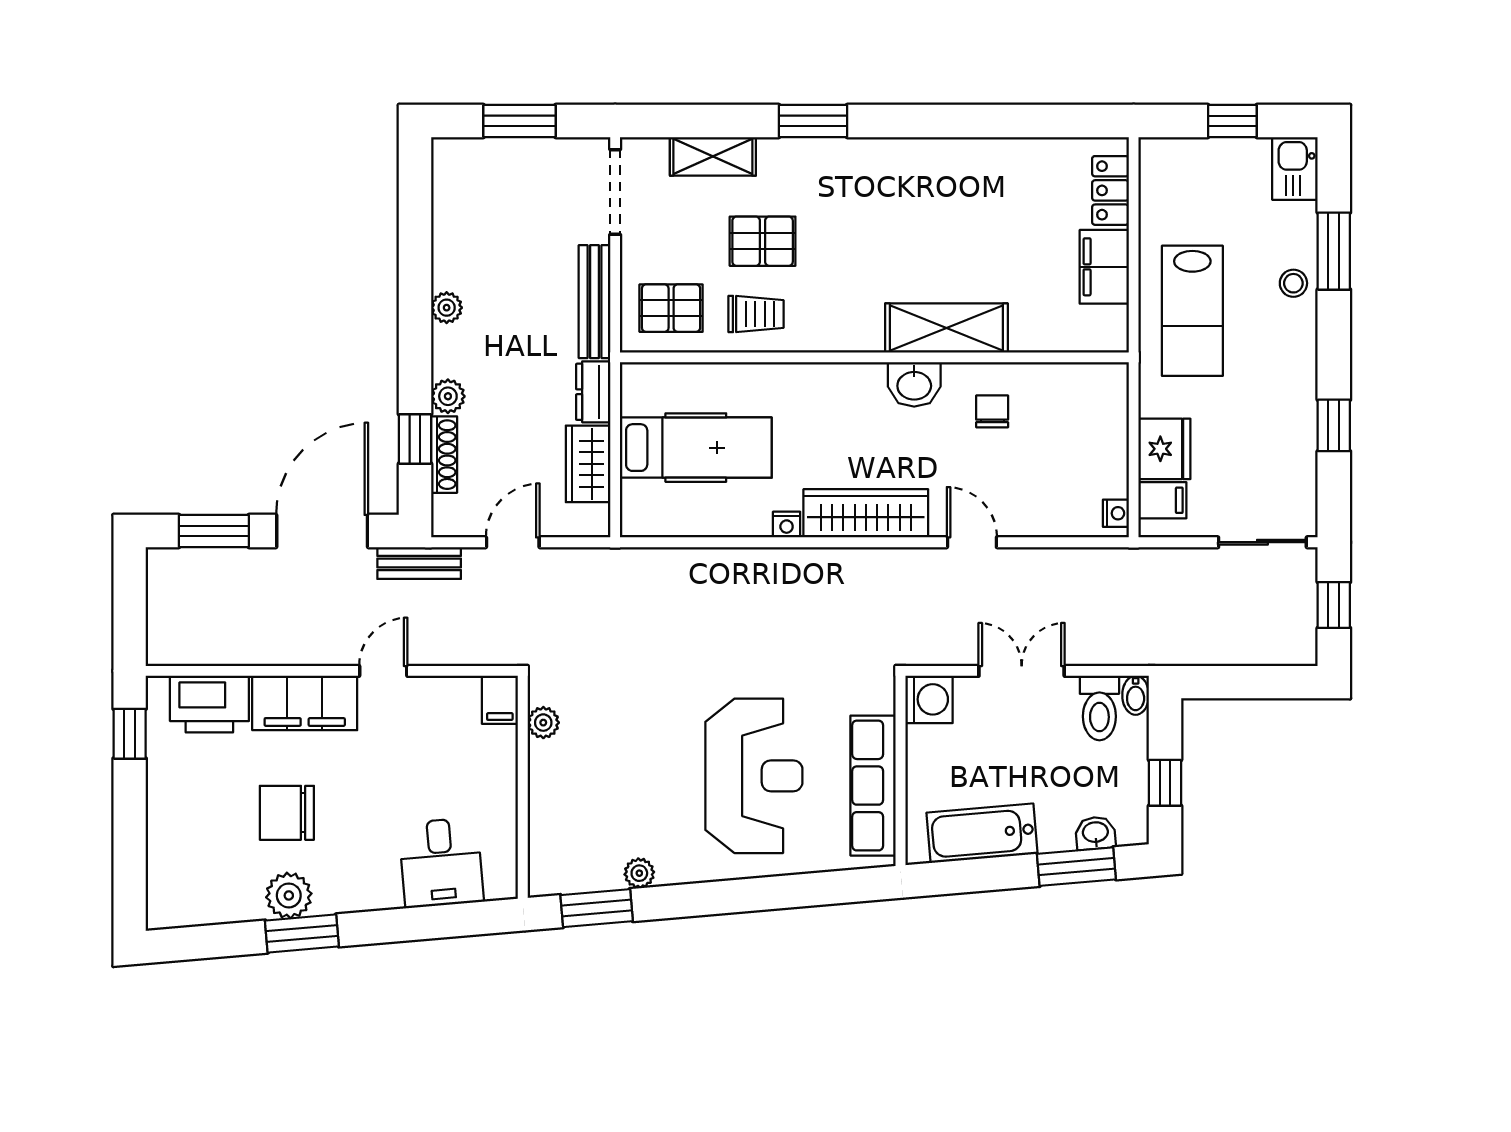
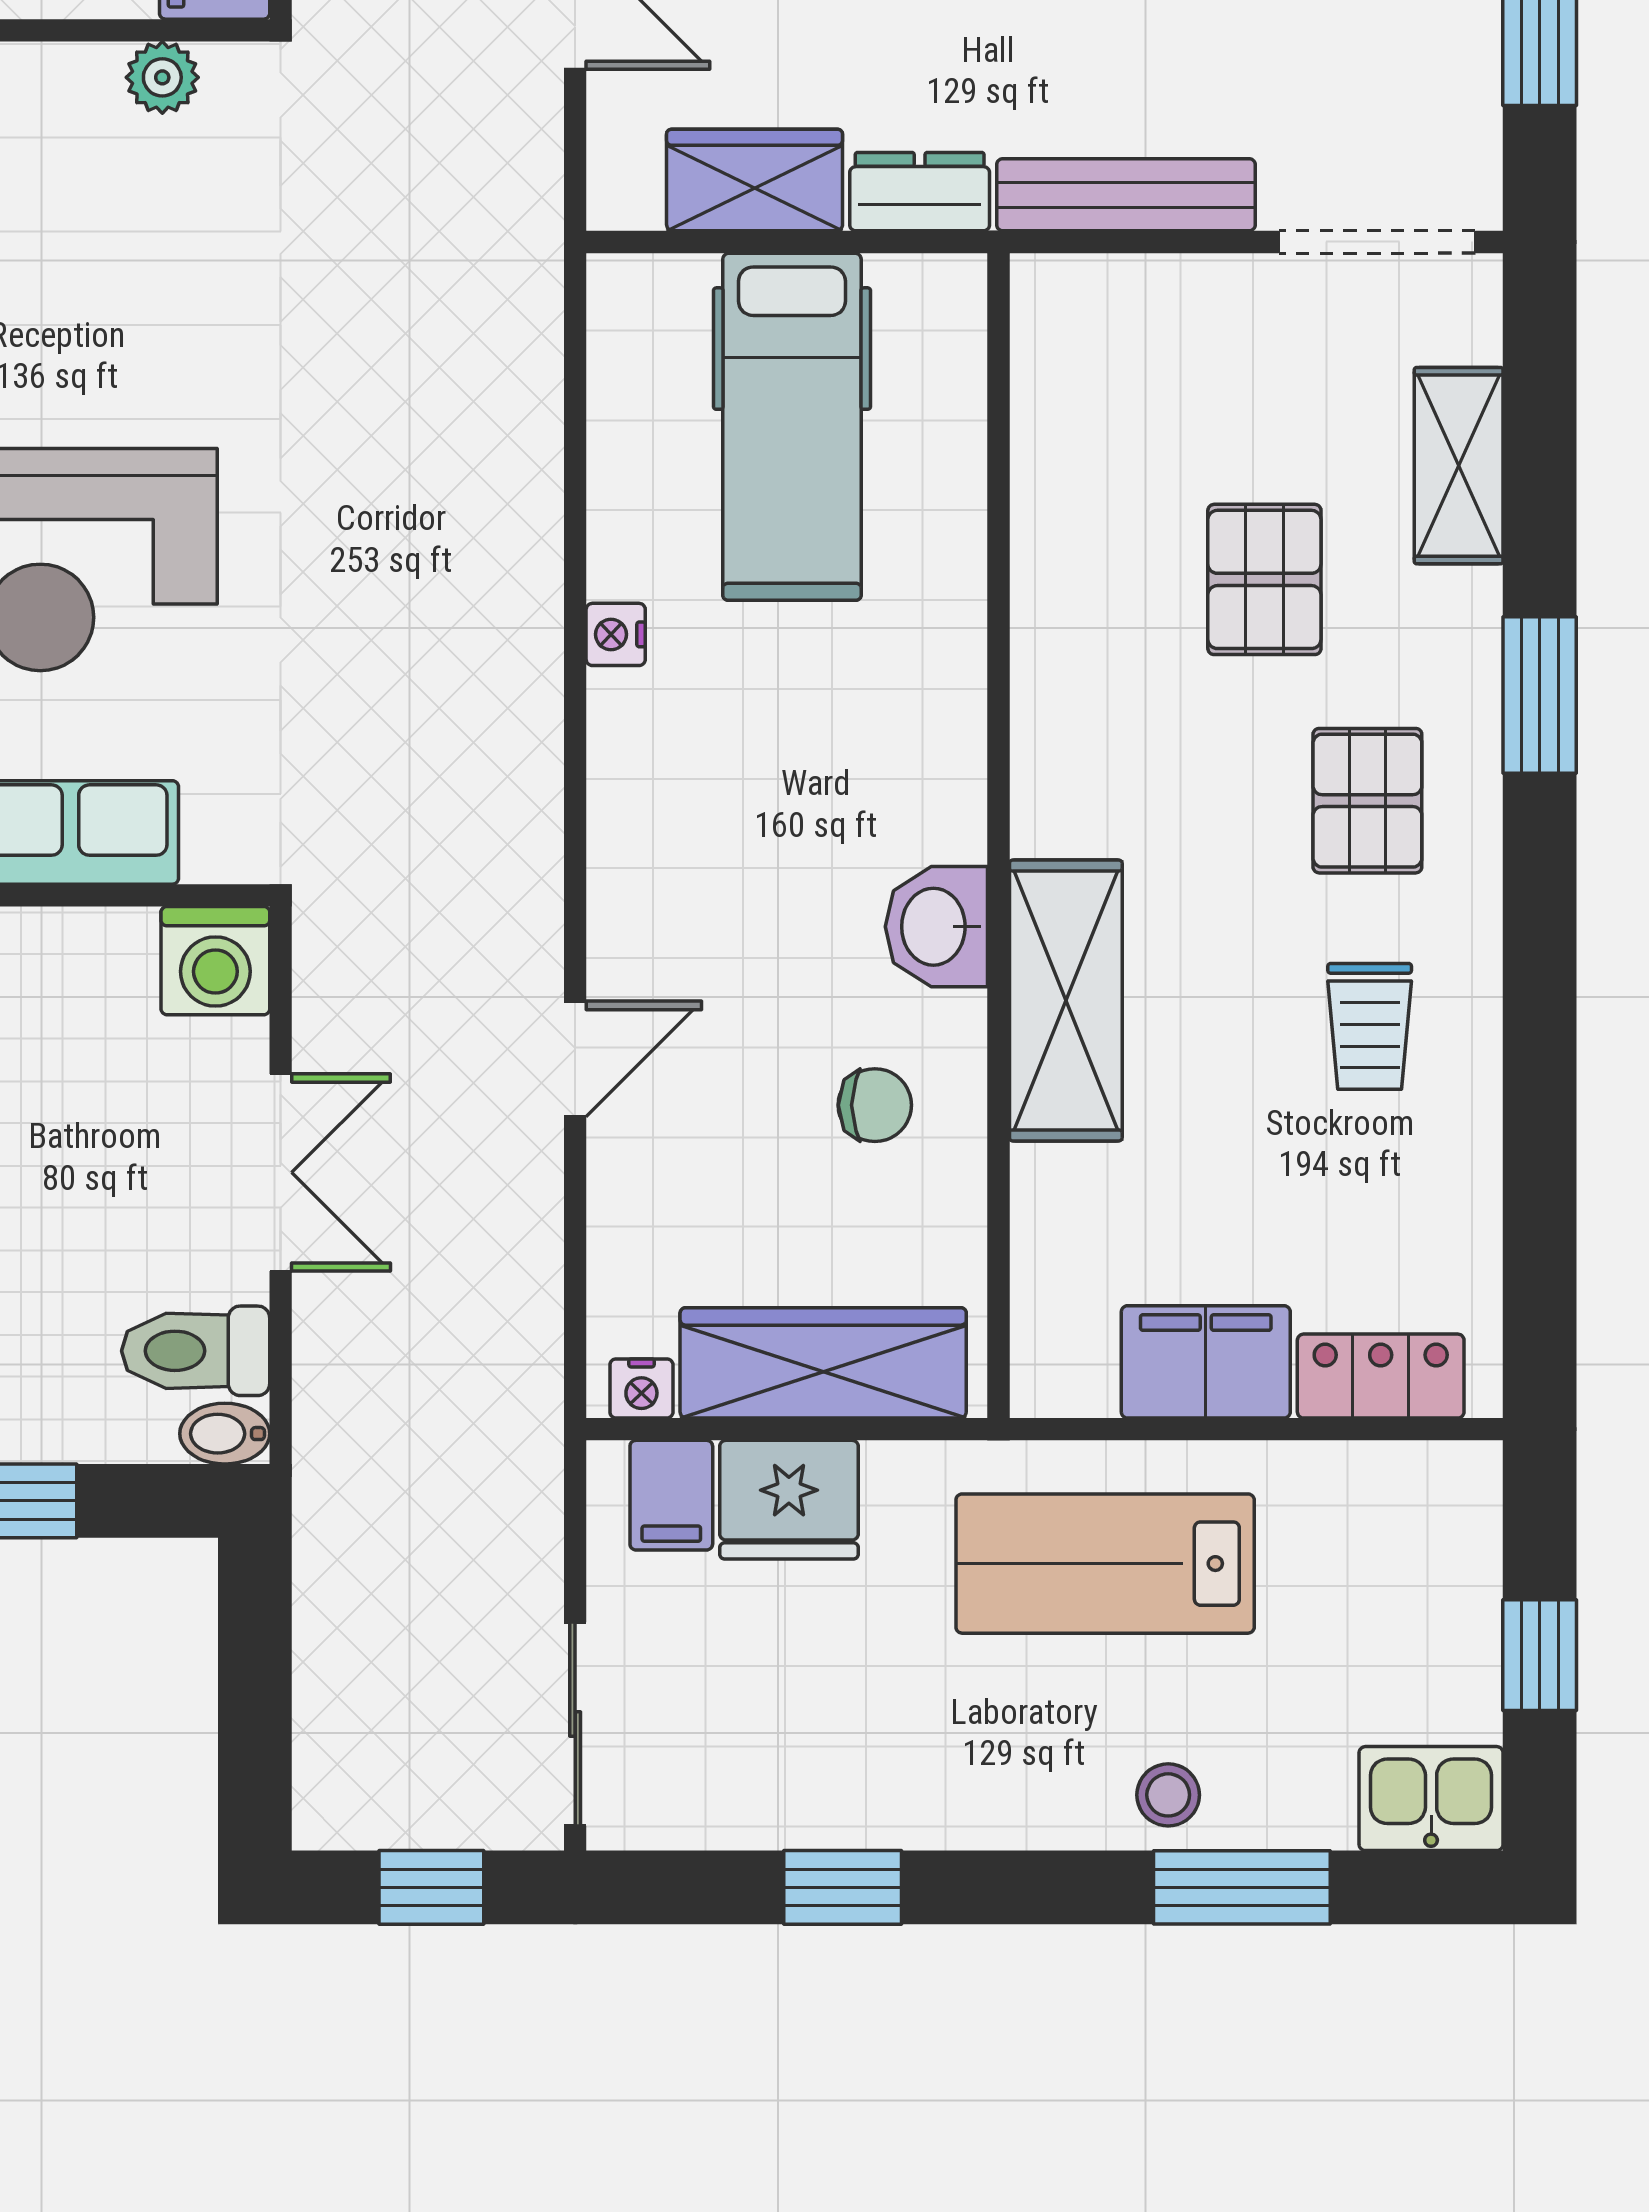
pallet: (671, 308) -> (1367, 801), moved
trolley: (756, 314) -> (1370, 1026), moved
wardrobe: (866, 513) -> (823, 1363), moved, turned -90

